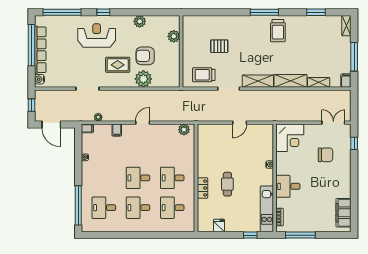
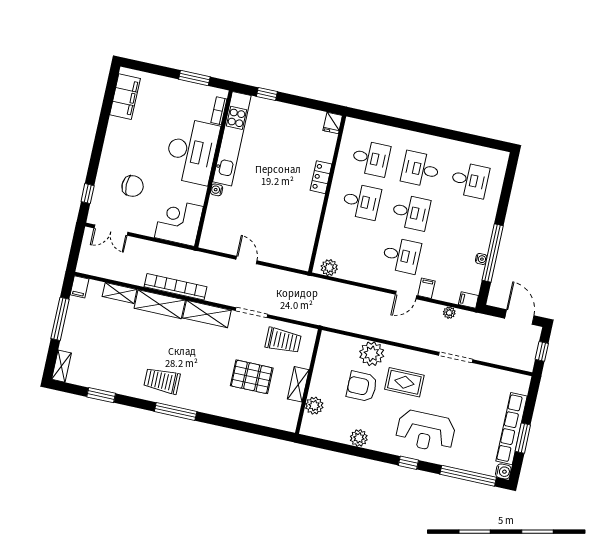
trolley: (278, 31) -> (162, 381), turned -90
window: (31, 45) -> (523, 438), width x0.47
pallet: (219, 46) -> (252, 377), width x1.50, depth x1.42
shelving: (187, 48) -> (298, 384), added
armchair: (145, 56) -> (362, 386), turned 180
water cooler: (39, 79) -> (503, 471), moved
bookcase: (283, 95) -> (175, 287), added
door: (143, 123) -> (406, 295), moved
door: (240, 123) -> (246, 260), hinge flipped
desk: (138, 148) -> (401, 255), added
chair: (326, 155) -> (133, 186), turned 180
cafe table: (227, 184) -> (284, 175), removed
desk: (288, 186) -> (192, 151), width x1.87, depth x1.30
window: (78, 205) -> (493, 253), moved
desk: (138, 208) -> (420, 169), turned 180
kitchen unit: (267, 209) -> (232, 139), width x1.36
fridge: (219, 225) -> (333, 123), moved
window: (300, 235) -> (194, 78), width x0.69

